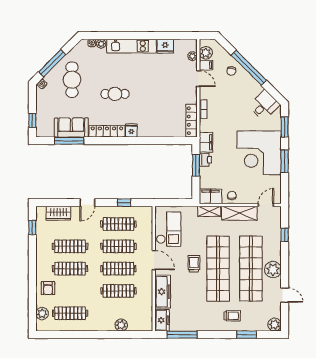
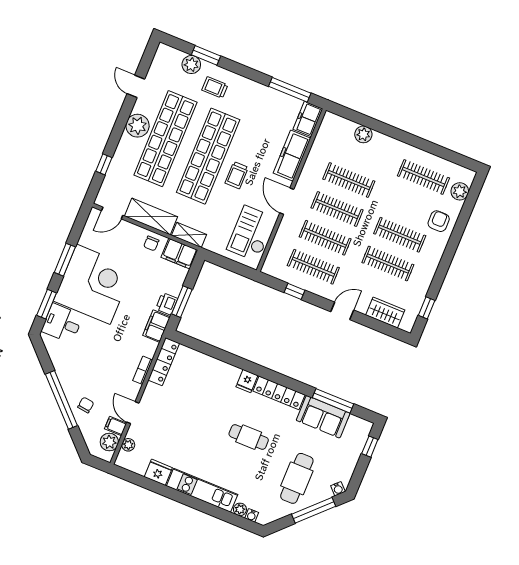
desk: (264, 105) -> (62, 323), moved, turned 45
plant: (275, 325) -> (191, 65), moved

